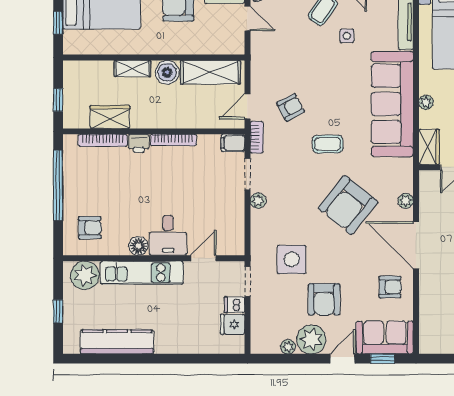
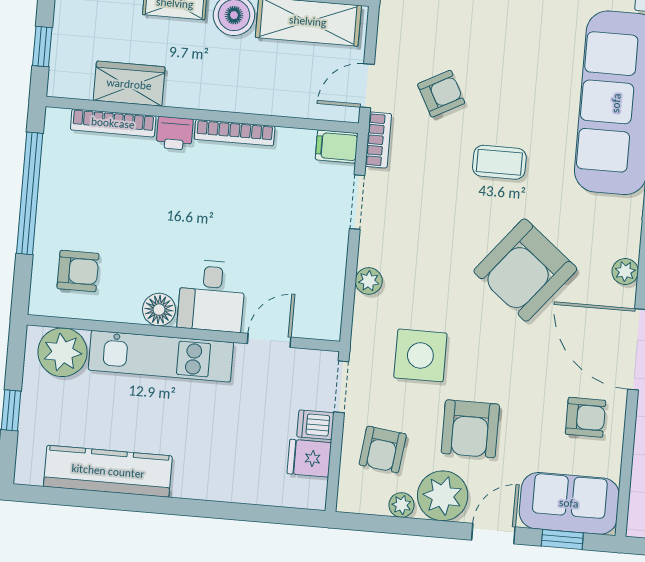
plant: (258, 201) -> (369, 281), moved
armchair: (274, 316) -> (383, 449), added

